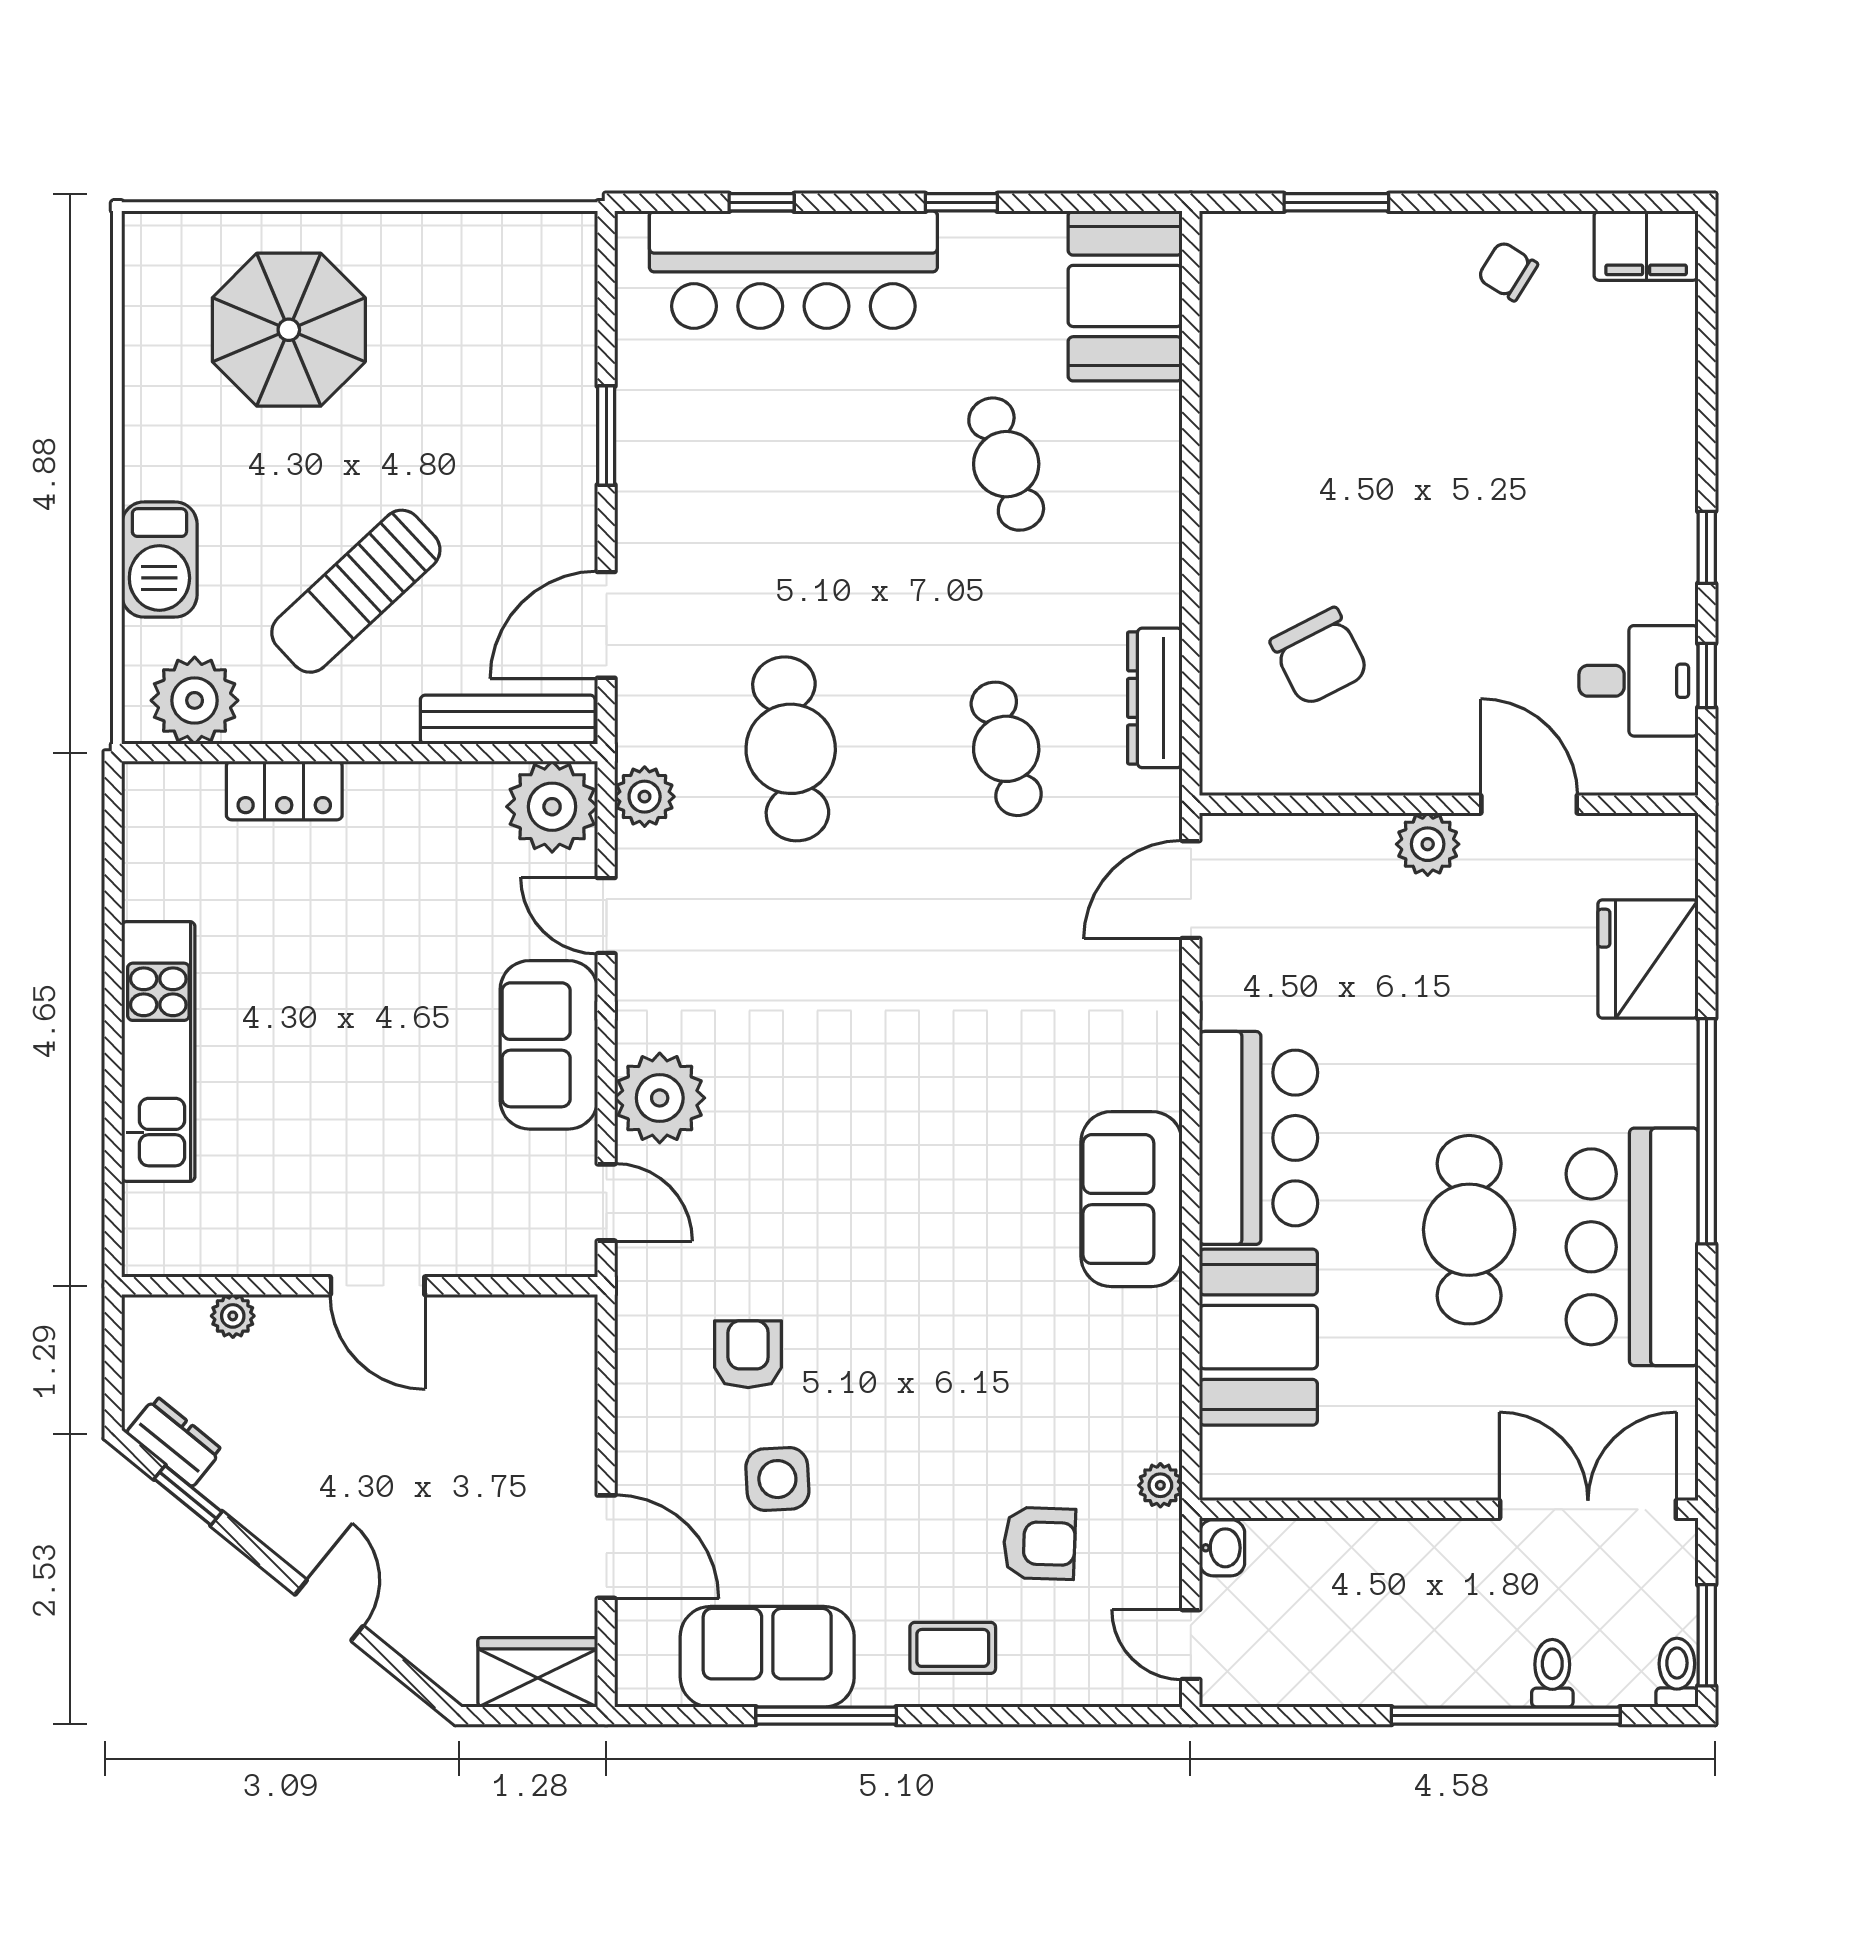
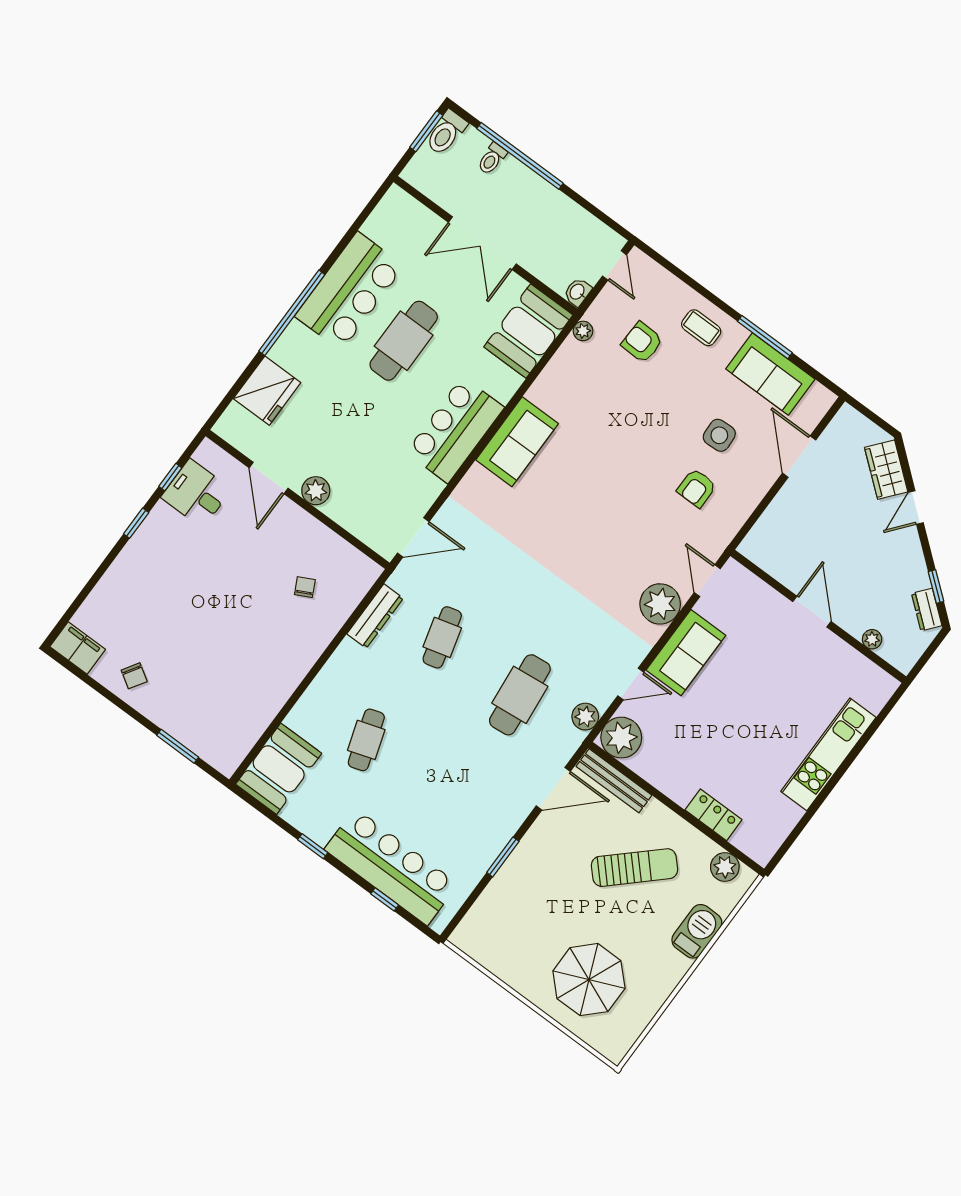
chair: (1319, 657) -> (305, 587), width x0.54, depth x0.54
plant: (195, 700) -> (725, 867), width x0.73, depth x0.73
door: (606, 916) -> (631, 684), hinge flipped
booth: (1258, 1337) -> (528, 331), moved
double door: (1588, 1509) -> (482, 243), moved
wardrobe: (538, 1672) -> (886, 470), moved, turned 39
toilet: (1677, 1673) -> (446, 133), width x1.37, depth x1.39

